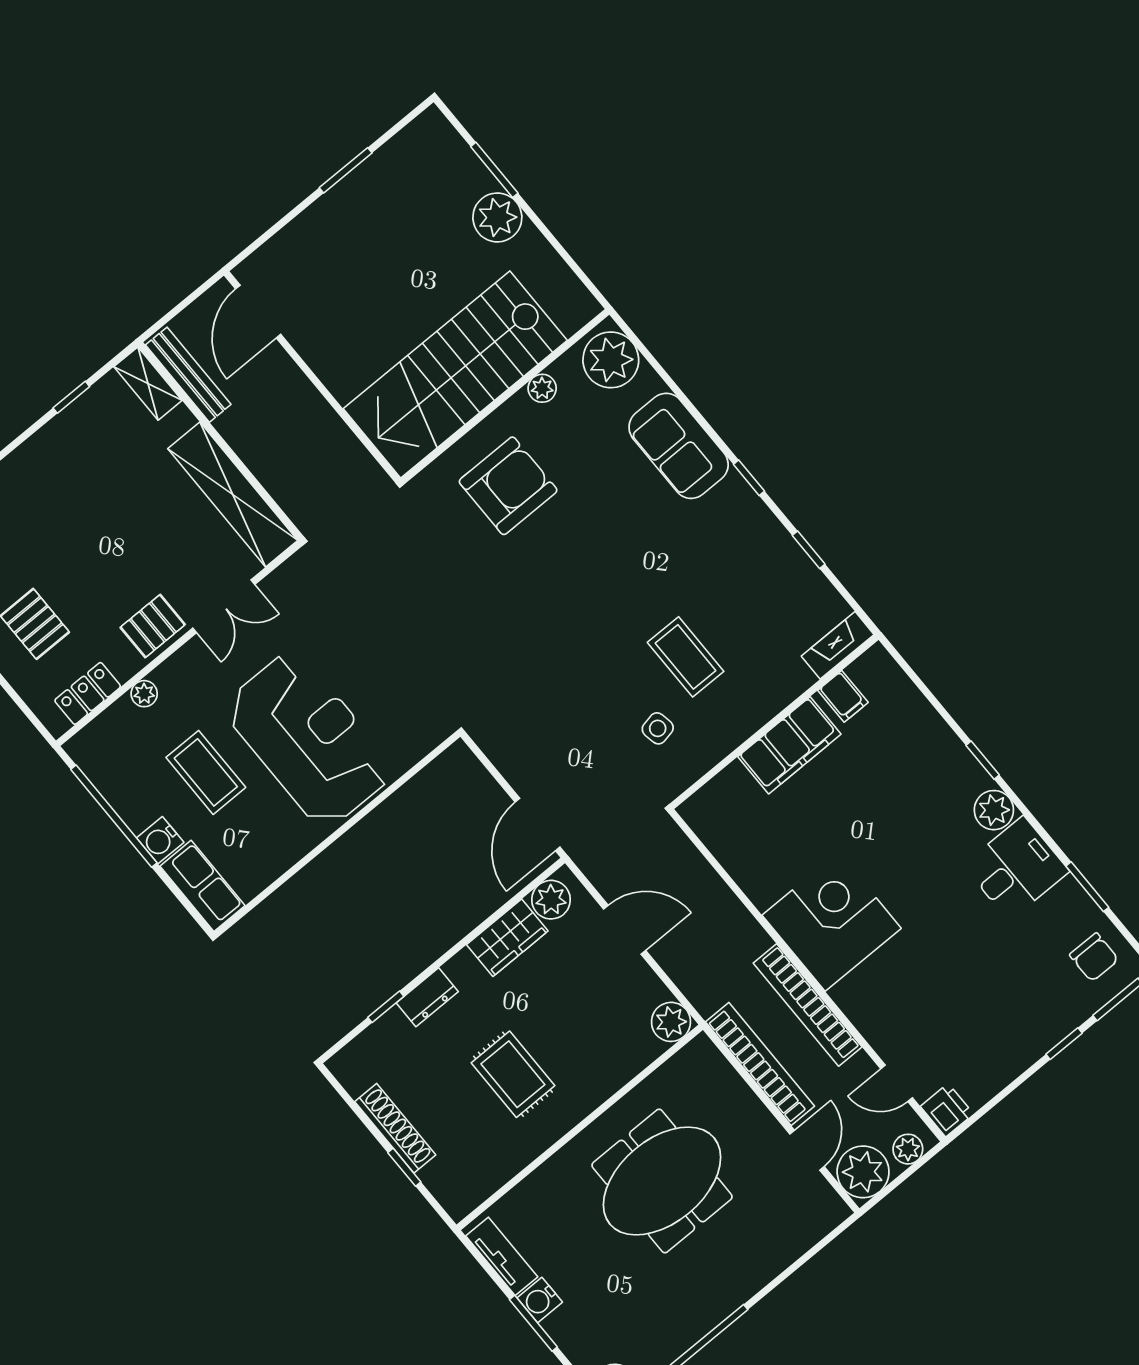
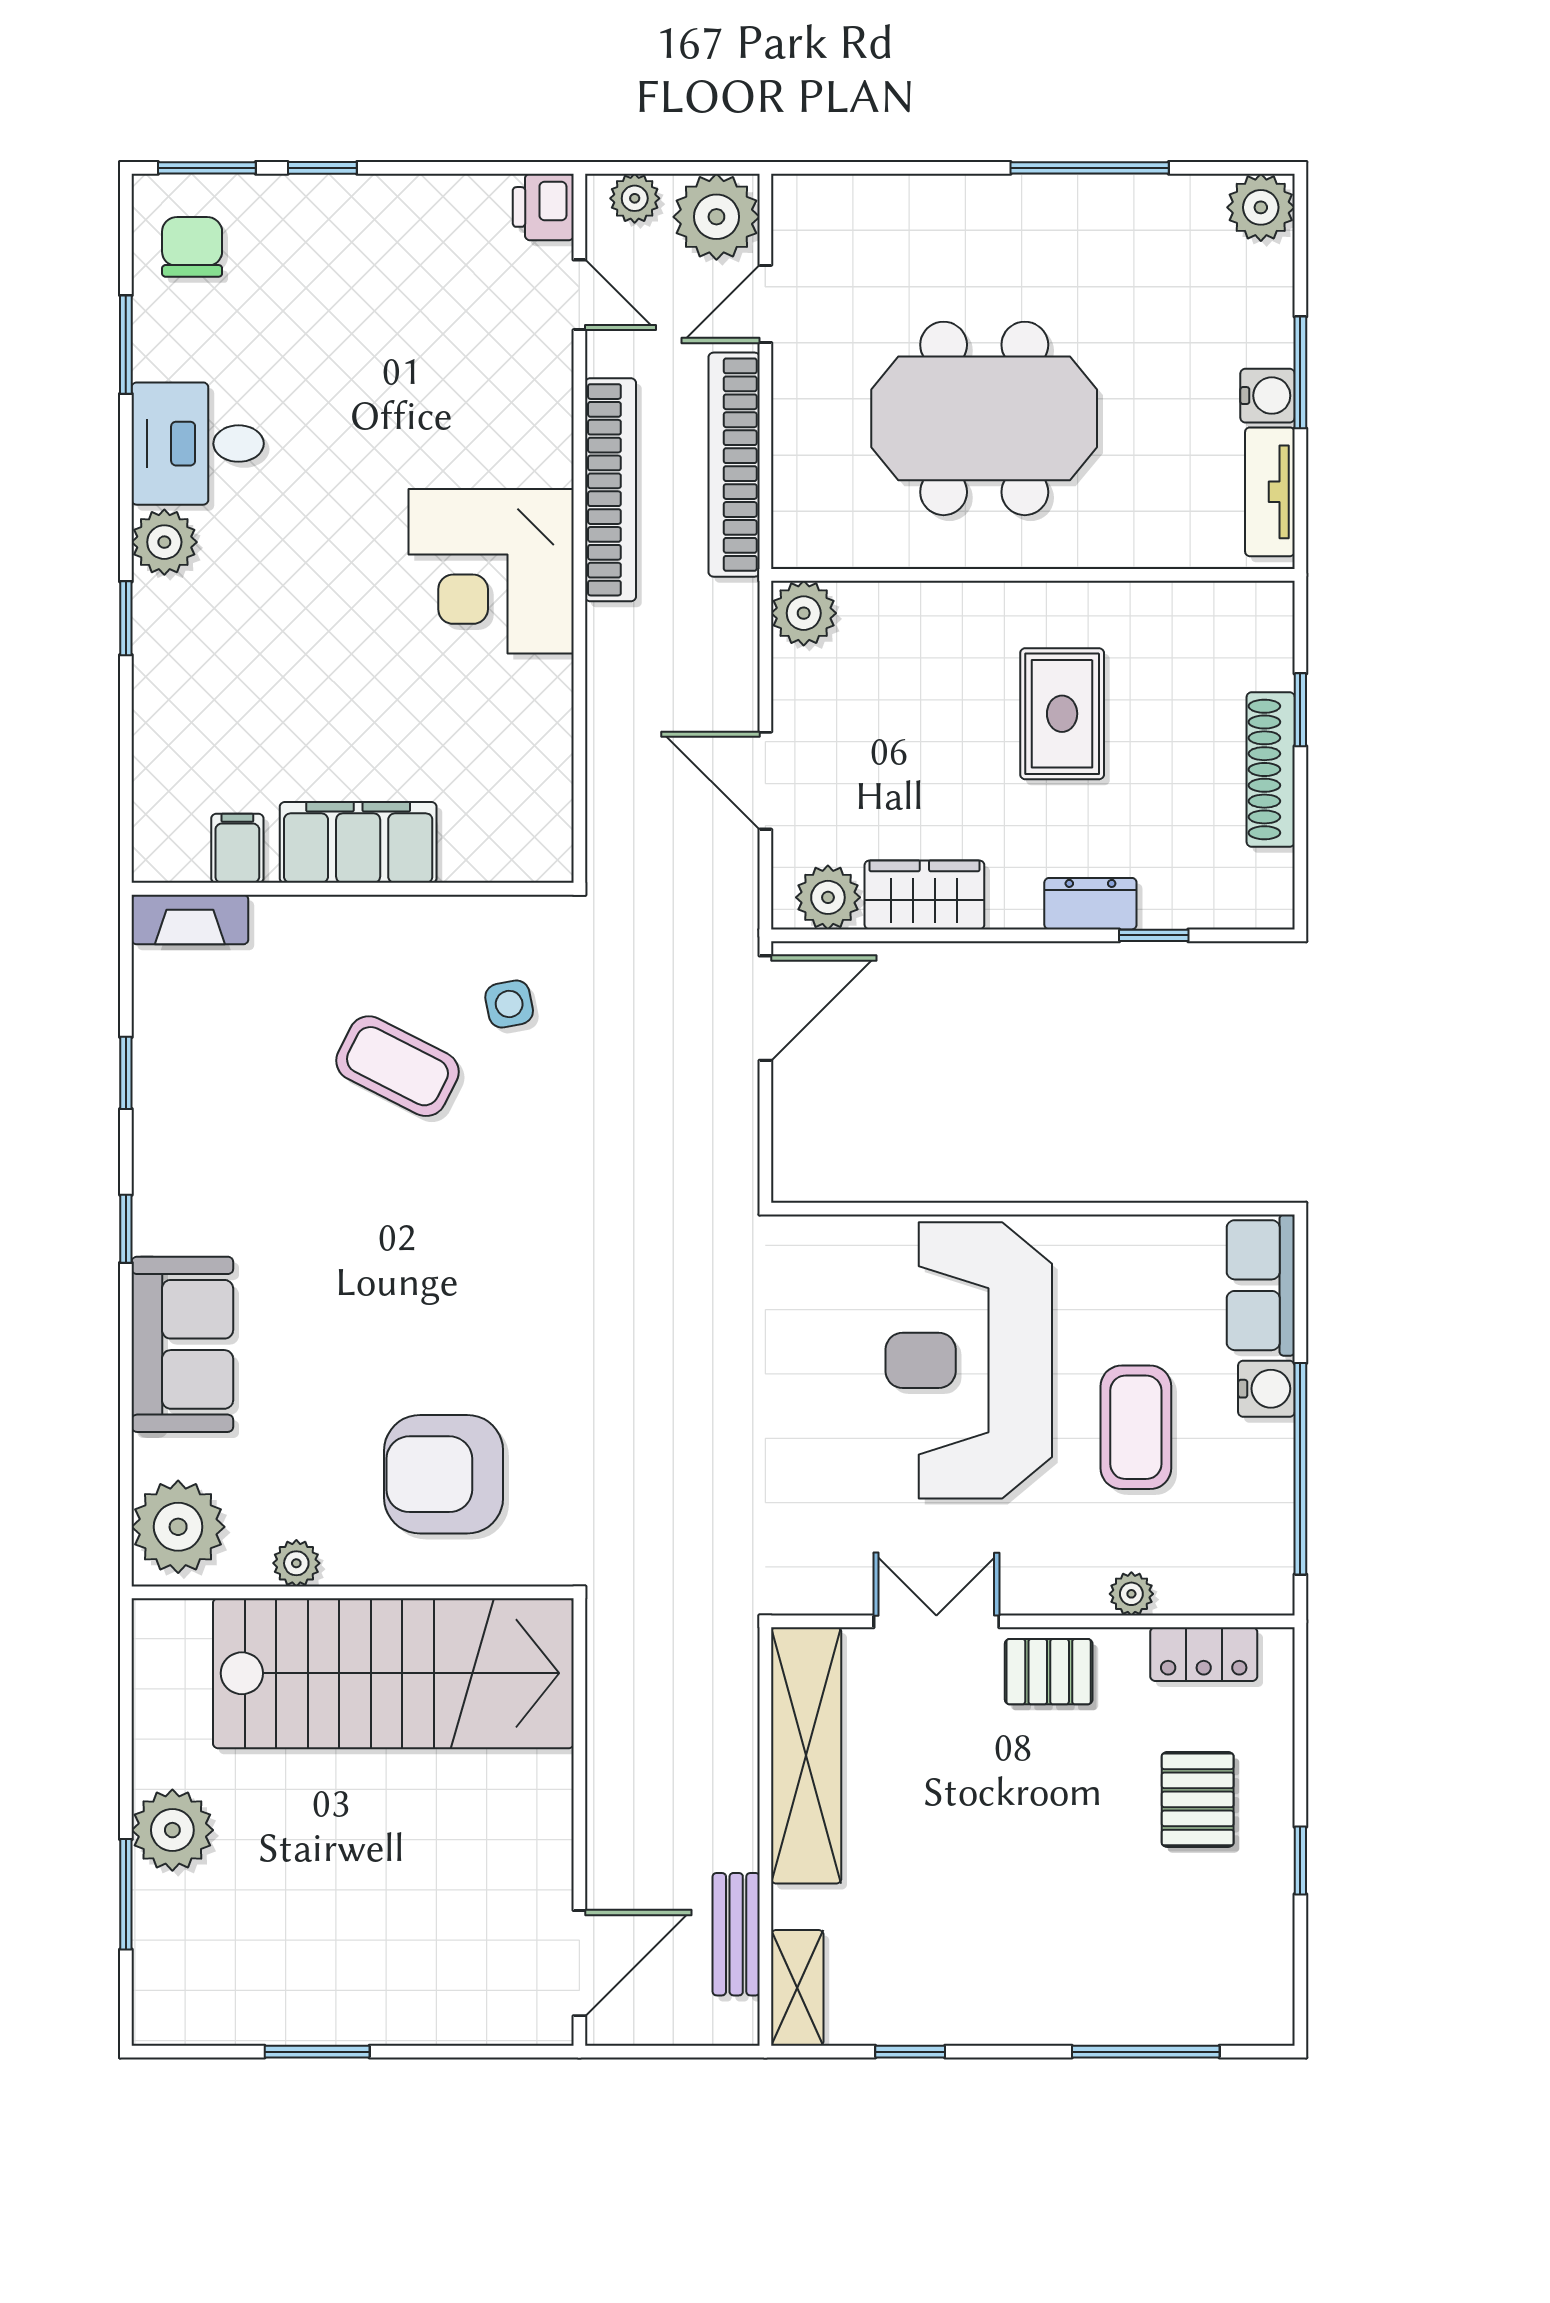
bench: (188, 375) -> (736, 1934), width x0.73
coffee table: (686, 657) -> (397, 1066), turned -63

